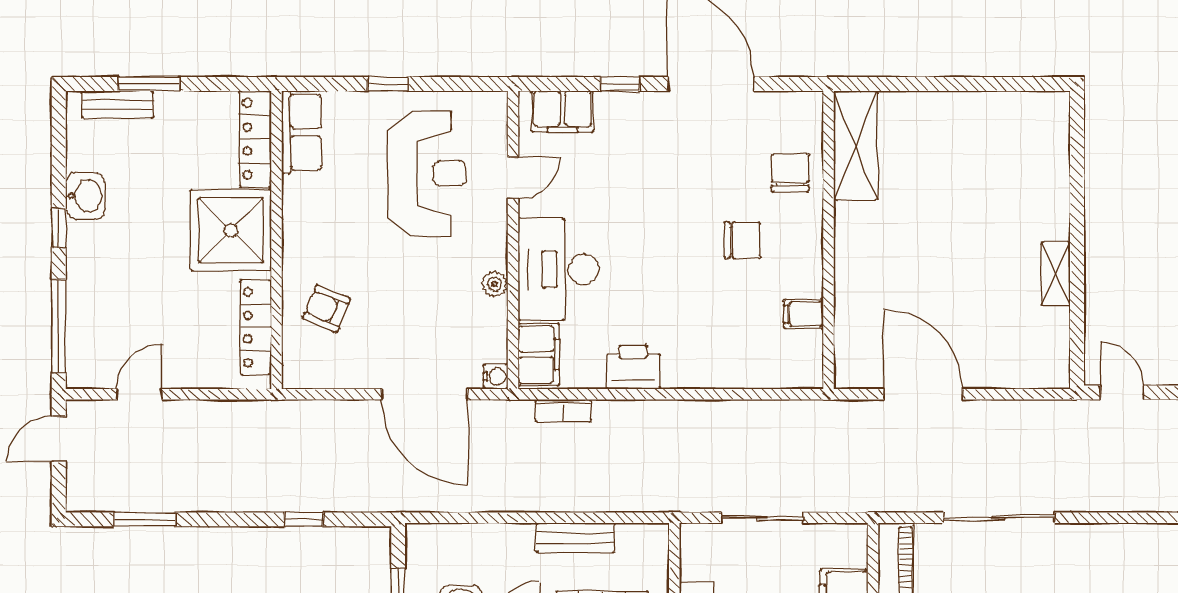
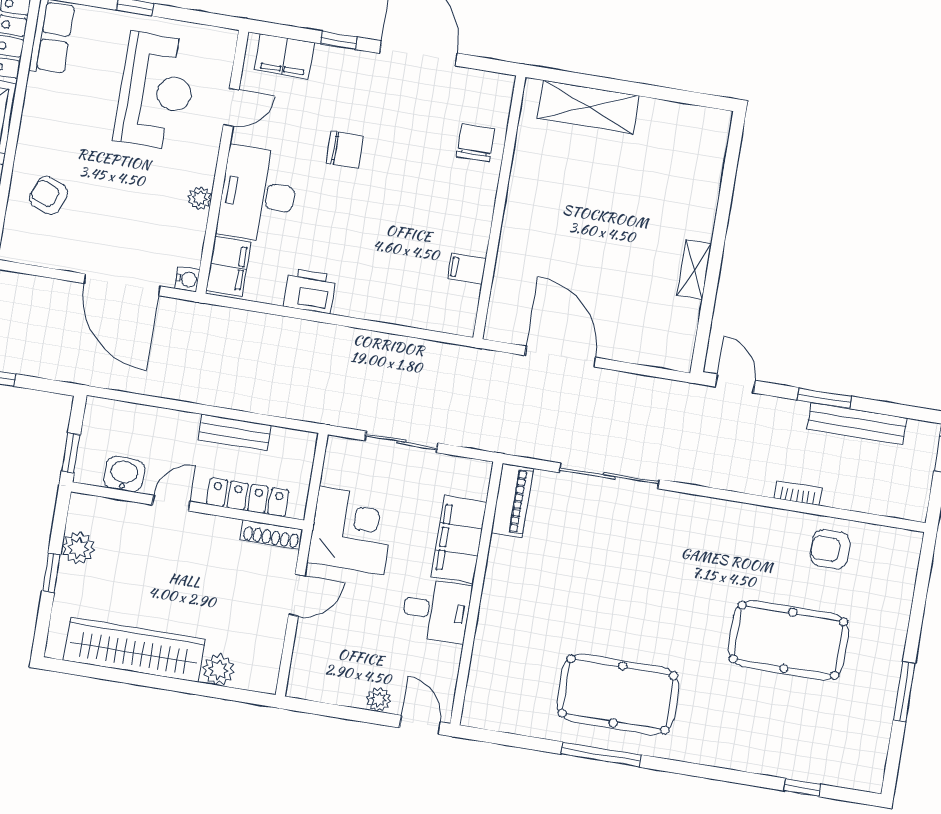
shelving: (855, 145) -> (588, 107), moved, turned 90
chair: (742, 240) -> (345, 149), moved
bookcase: (563, 411) -> (242, 319), removed

